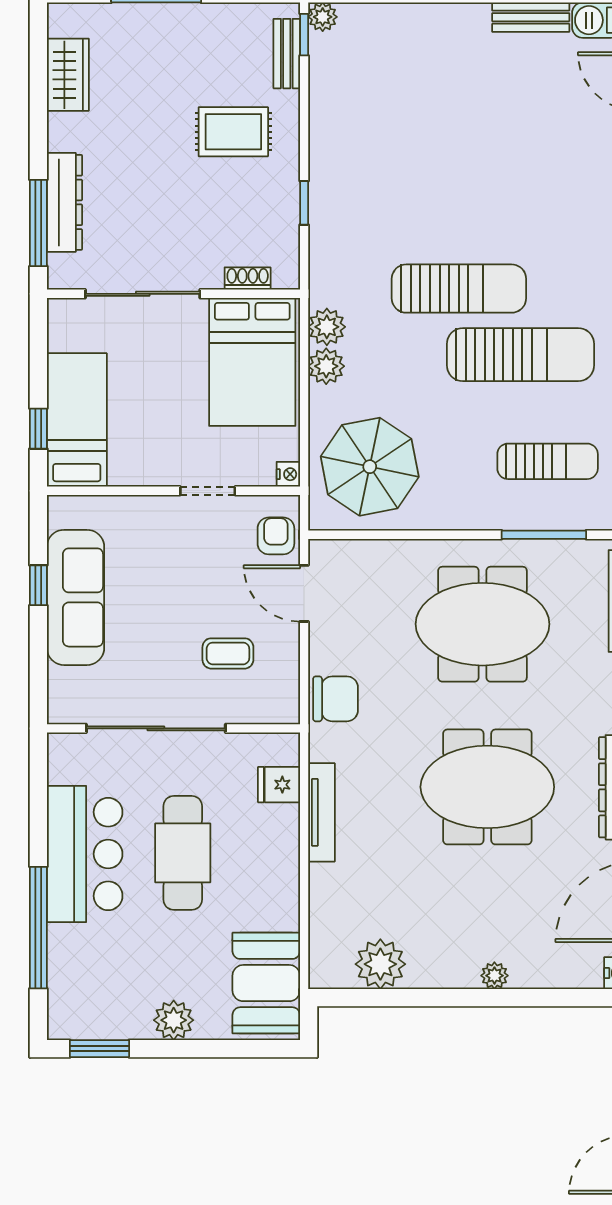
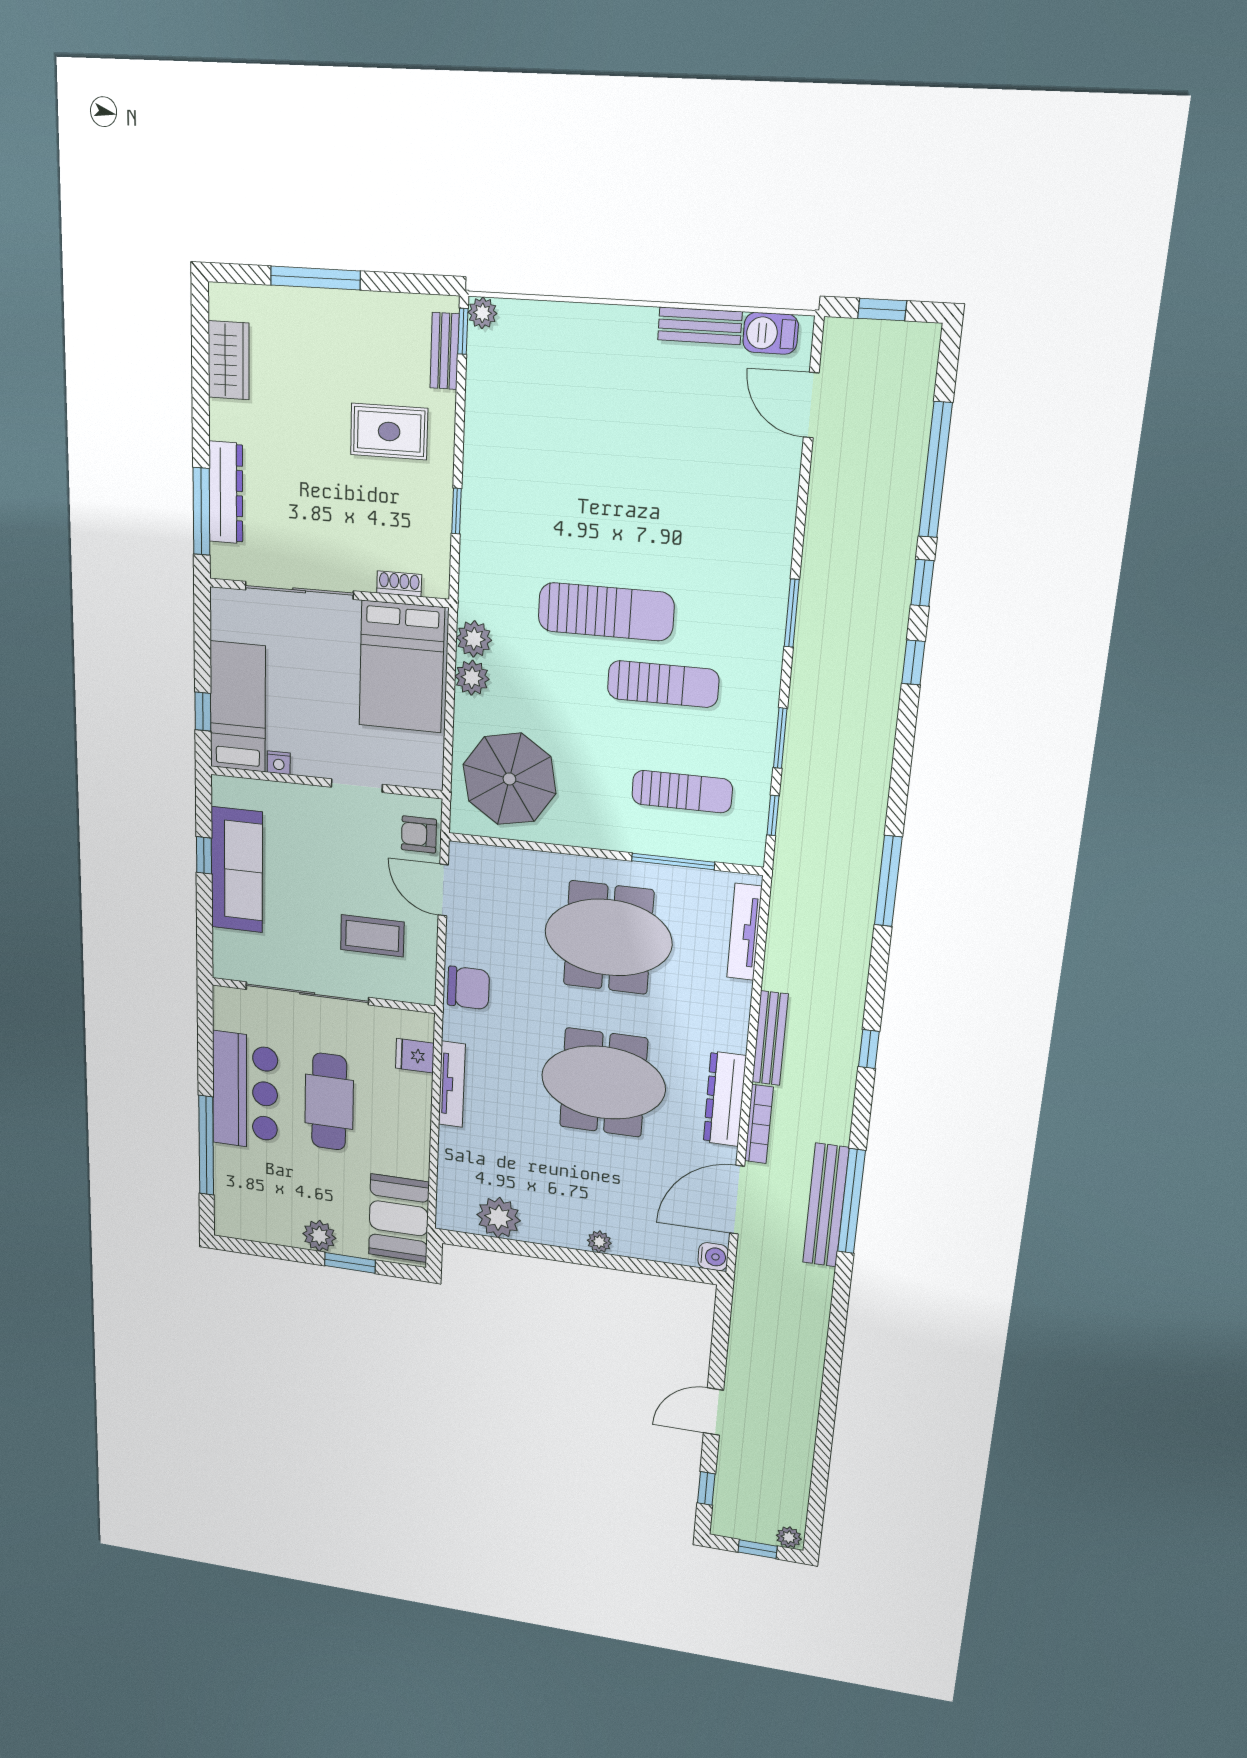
sun lounger: (521, 355) -> (663, 684), width x0.73, depth x0.75
nightstand: (288, 474) -> (279, 763), moved, turned 90
armchair: (276, 536) -> (419, 834), turned -90
coffee table: (228, 653) -> (372, 936), width x1.36, depth x1.30
window: (99, 1049) -> (350, 1263), moved

